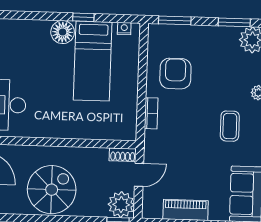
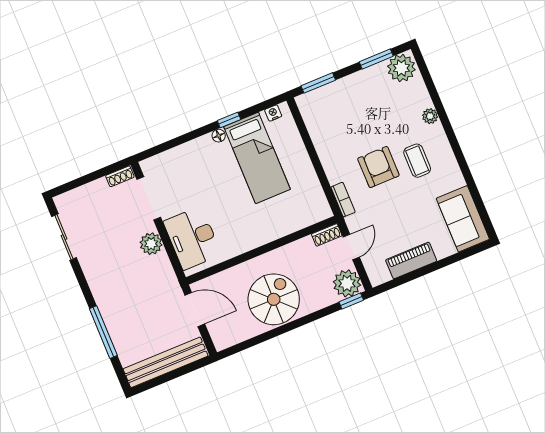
floor lamp: (63, 32) -> (219, 136), width x0.53, depth x0.53
armchair: (175, 74) -> (378, 167), moved
bookcase: (151, 113) -> (343, 200), moved

